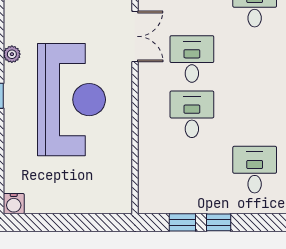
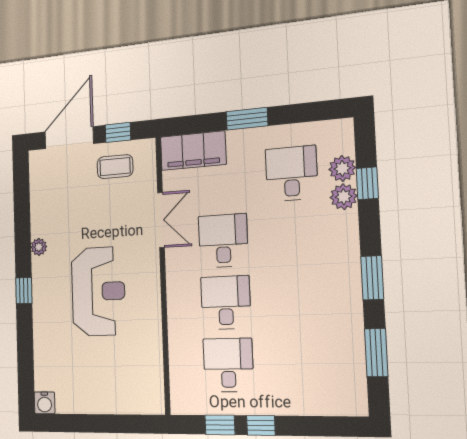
reception desk: (72, 100) -> (98, 291), width x0.74, depth x0.77
desk: (255, 170) -> (228, 365), moved

